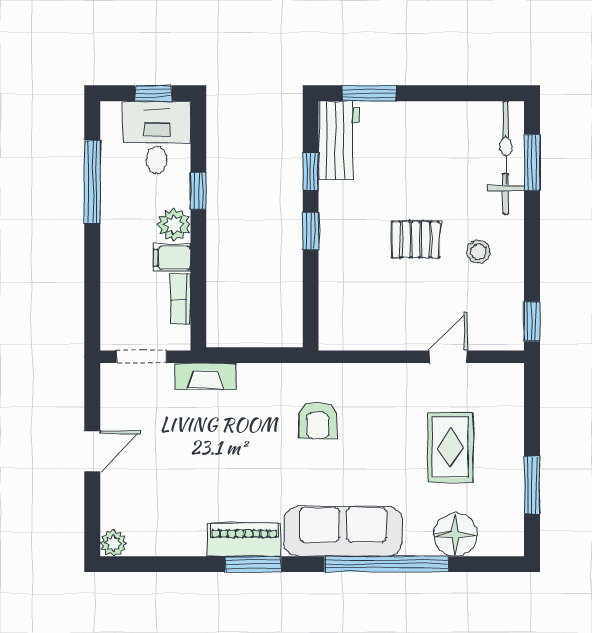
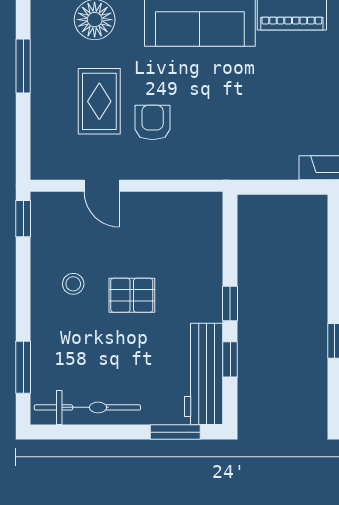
workbench: (339, 141) -> (204, 374), width x1.38
bicycle: (506, 158) -> (87, 407), moved, turned -90
door: (448, 357) -> (102, 186), hinge flipped
armchair: (318, 420) -> (153, 122), moved

